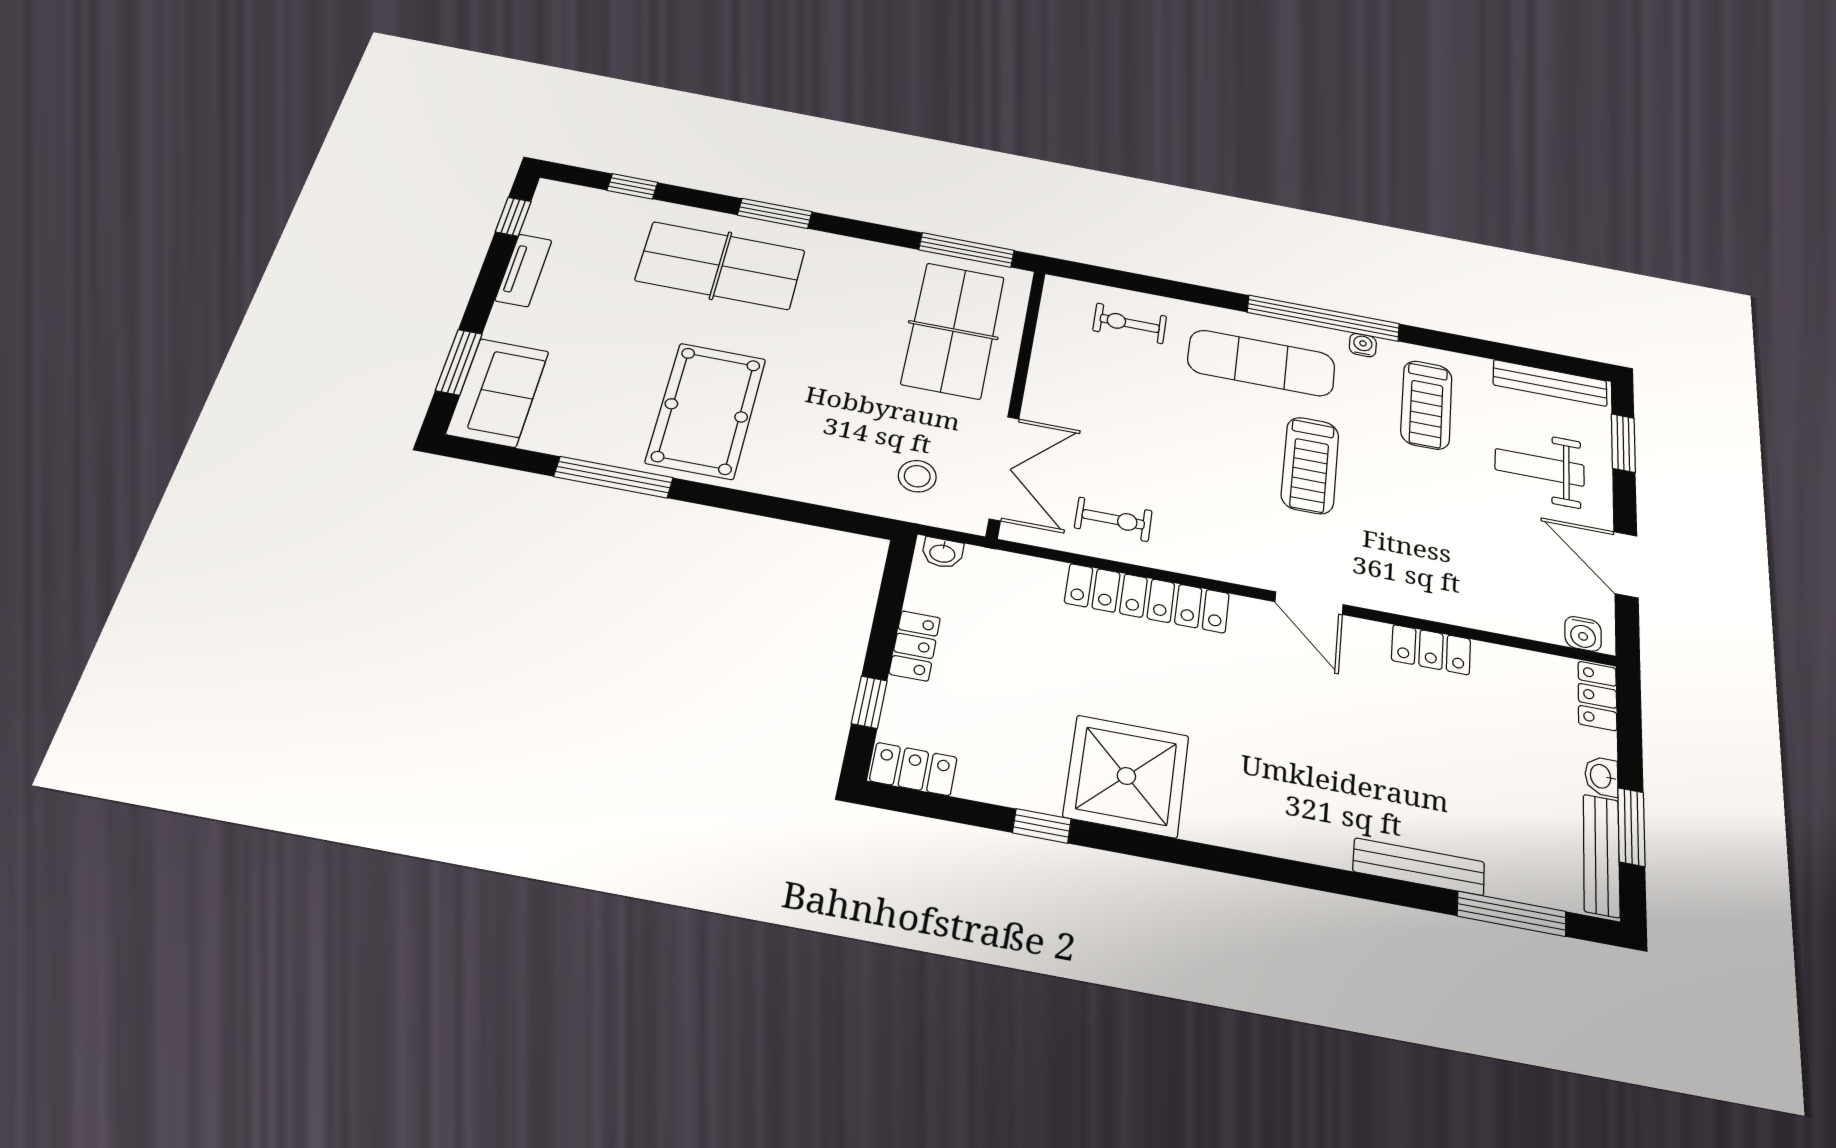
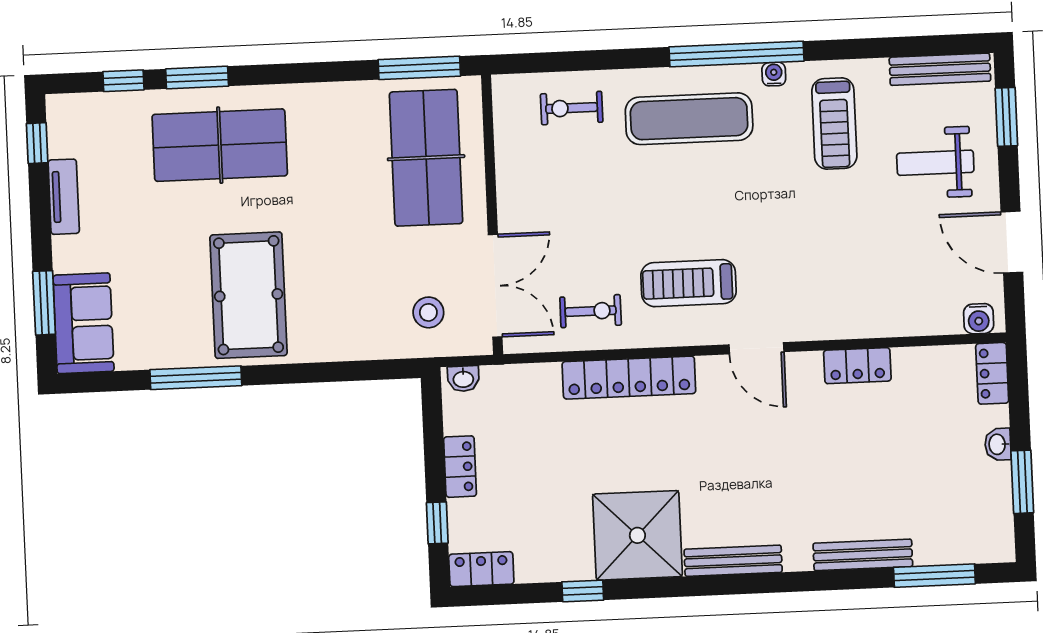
window: (775, 213) -> (197, 78), moved
treadmill: (1310, 465) -> (689, 283), moved, turned 90
bench: (1601, 855) -> (733, 561), moved, turned 90

